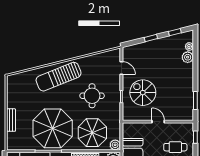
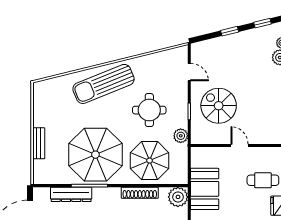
plant: (115, 145) -> (181, 136), moved

